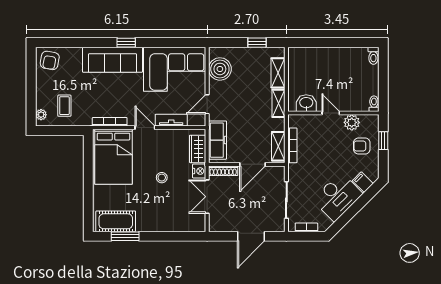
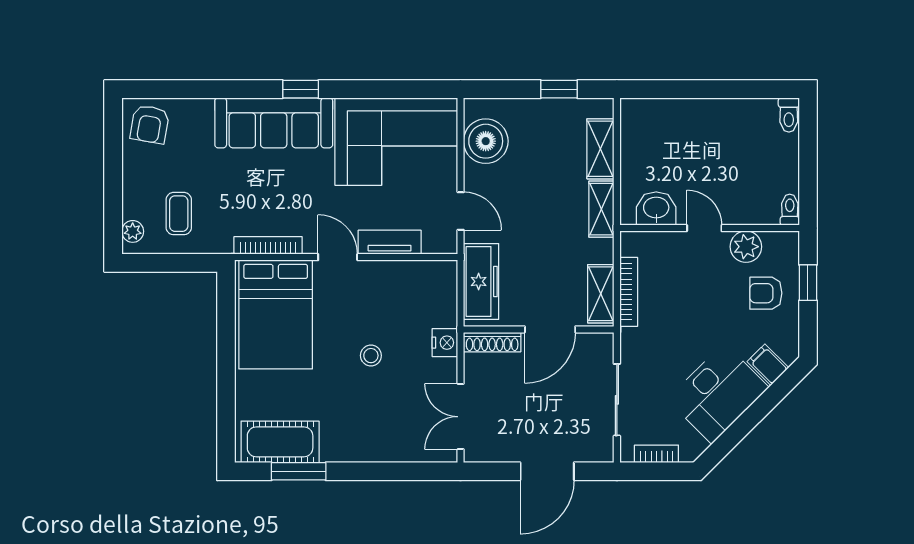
door: (207, 104) -> (461, 211), swing flipped
wardrobe: (198, 149) -> (442, 299), removed
double door: (207, 197) -> (461, 417), moved

